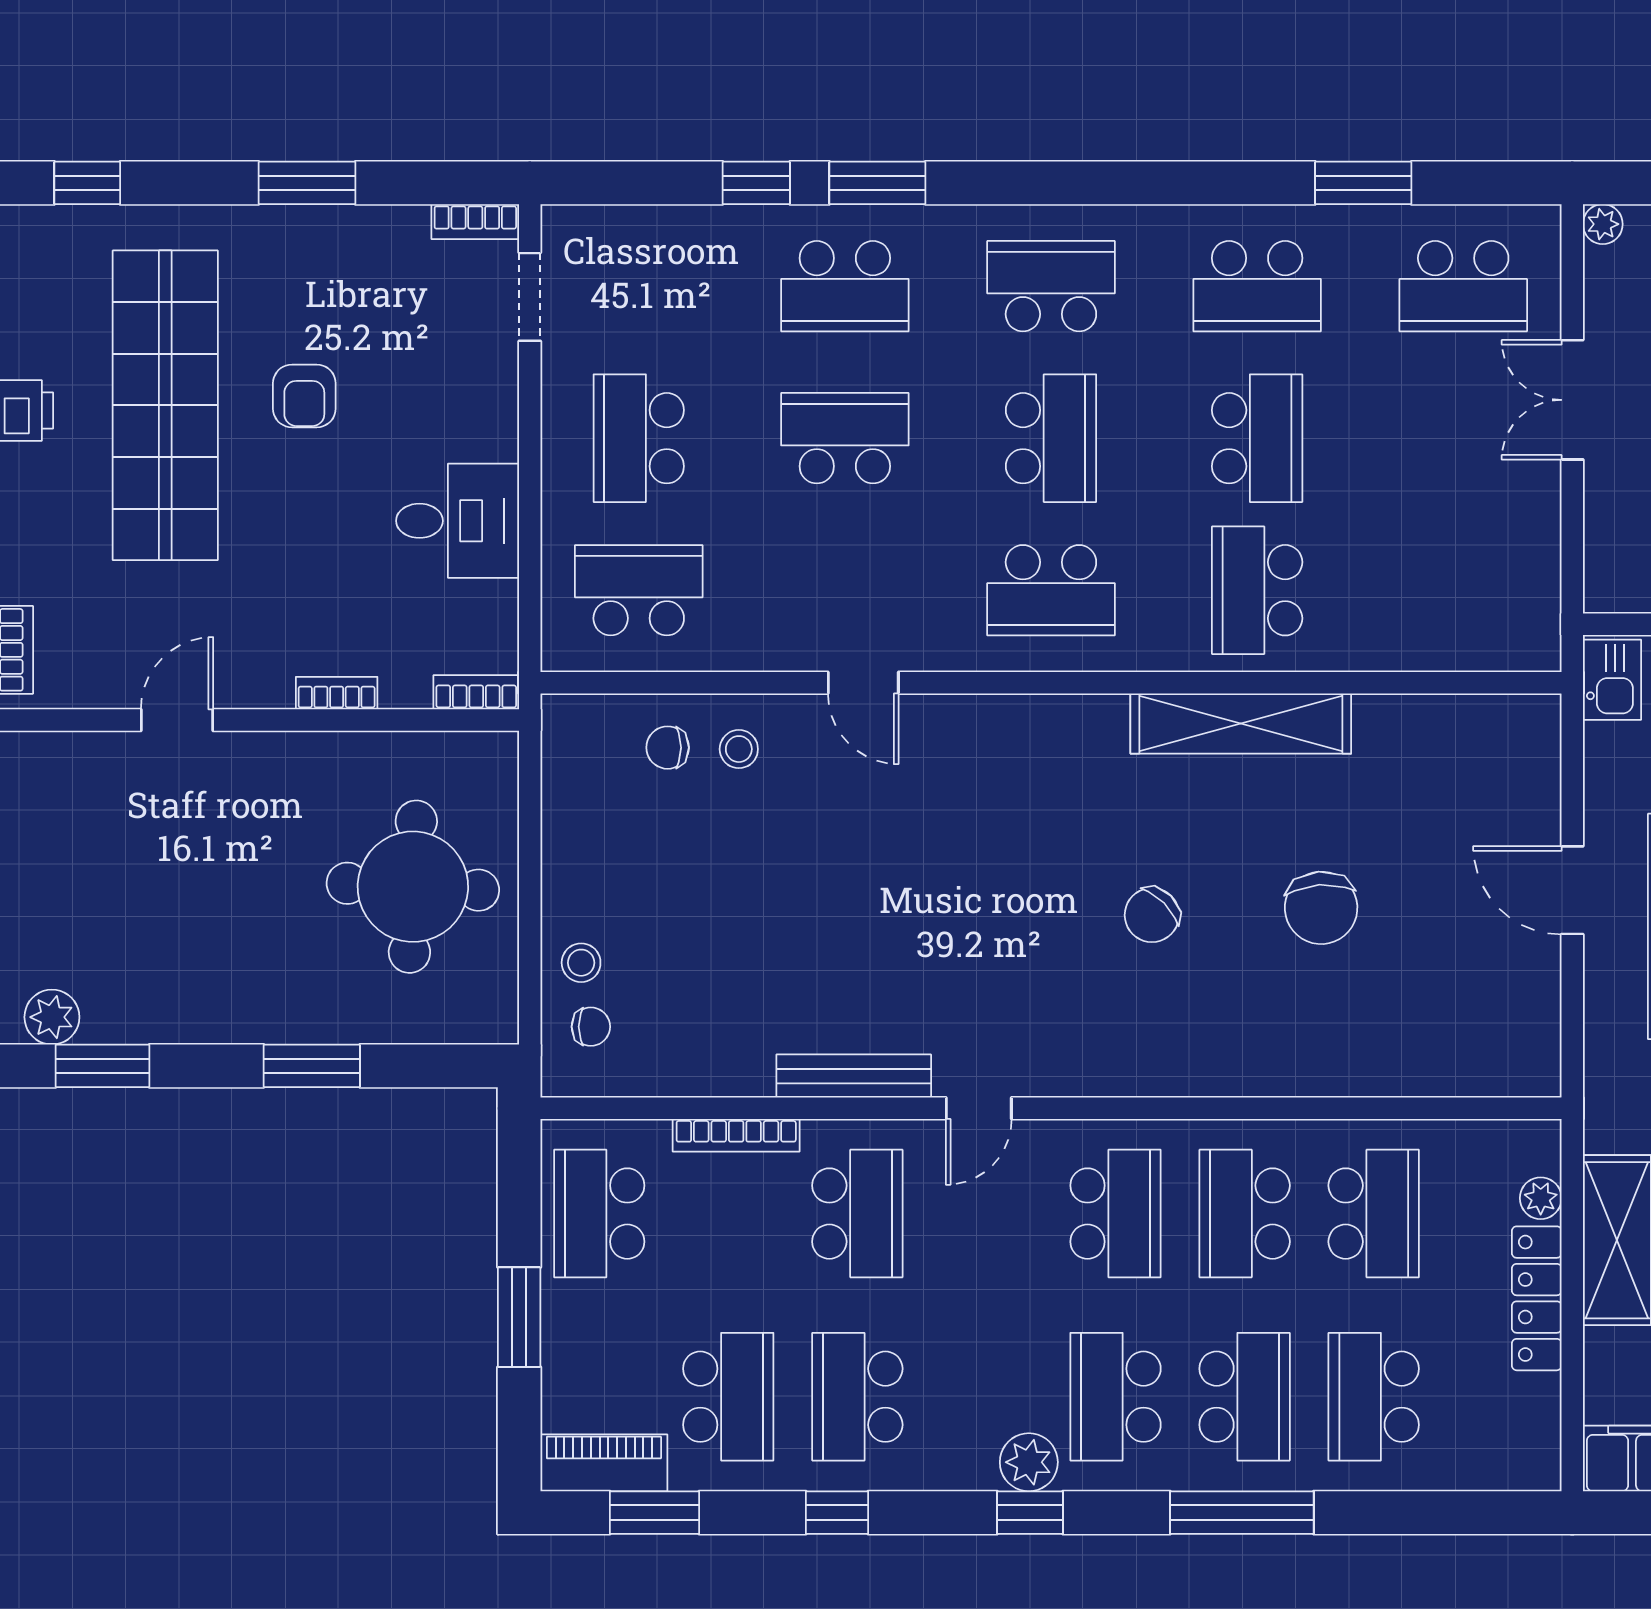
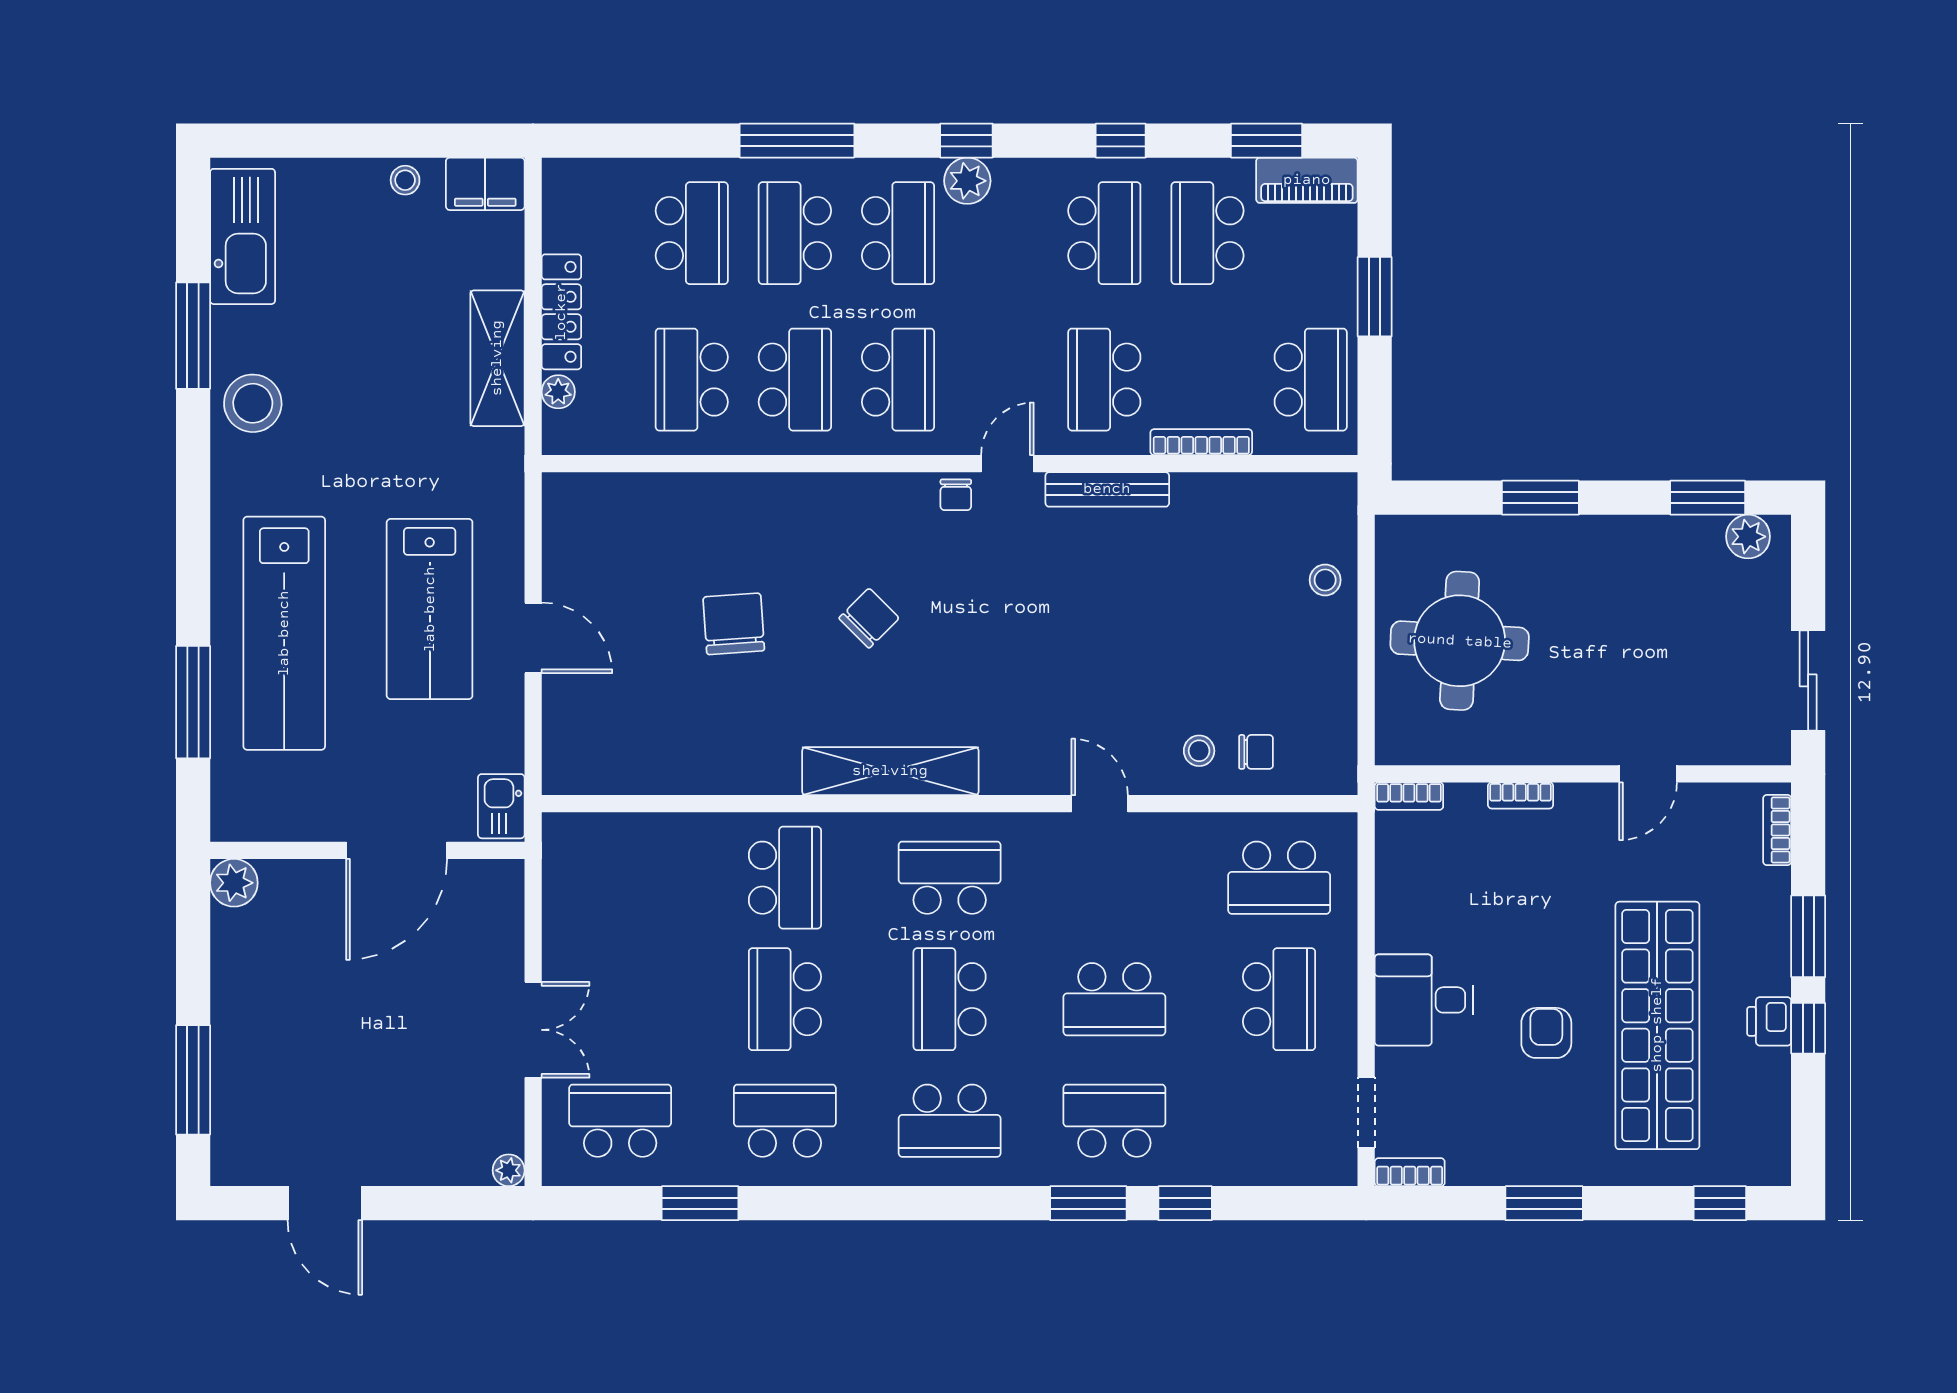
desk: (458, 521) -> (1424, 1000), moved
shelving: (1241, 724) -> (890, 771), moved
chair: (591, 1027) -> (956, 495), moved, turned -90
school desk: (1116, 1214) -> (898, 380), turned 180

